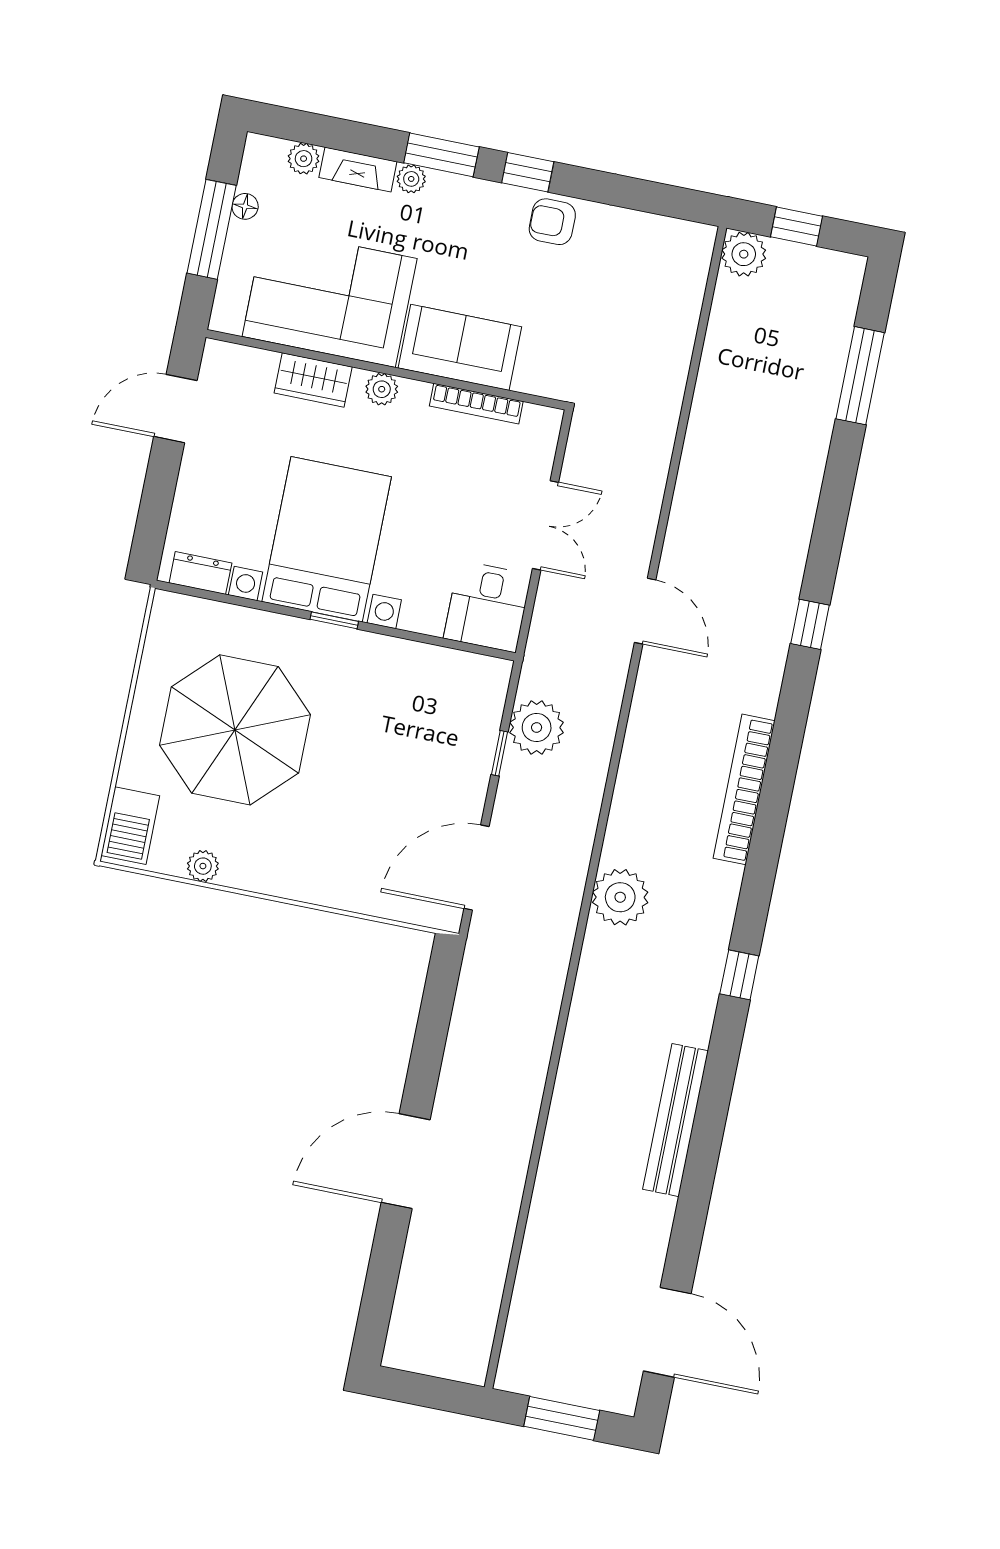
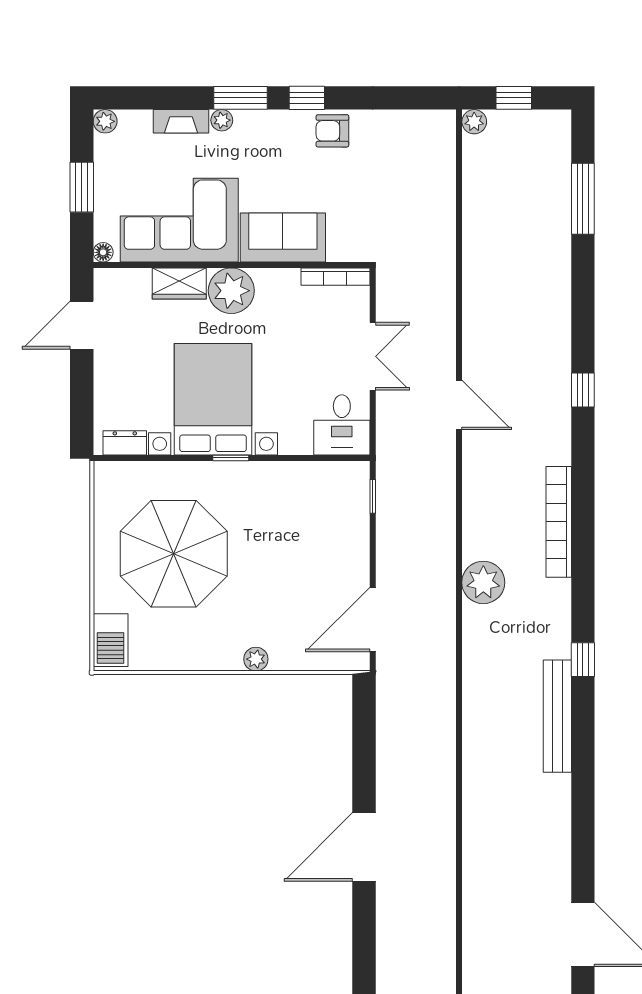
plant: (304, 159) -> (105, 121), moved
floor lamp: (245, 206) -> (103, 252), moved
window: (212, 229) -> (82, 187), width x0.69
plant: (744, 254) -> (474, 122), width x0.73, depth x0.73
plant: (382, 389) -> (231, 291), width x1.88, depth x1.88
bookcase: (476, 404) -> (335, 277), moved
plant: (537, 727) -> (396, 507), removed
window: (500, 753) -> (373, 496), moved
plant: (203, 866) -> (256, 659), moved
plant: (620, 897) -> (483, 582), moved
bench: (676, 1120) -> (557, 716), moved

